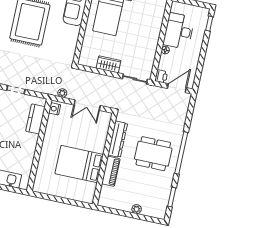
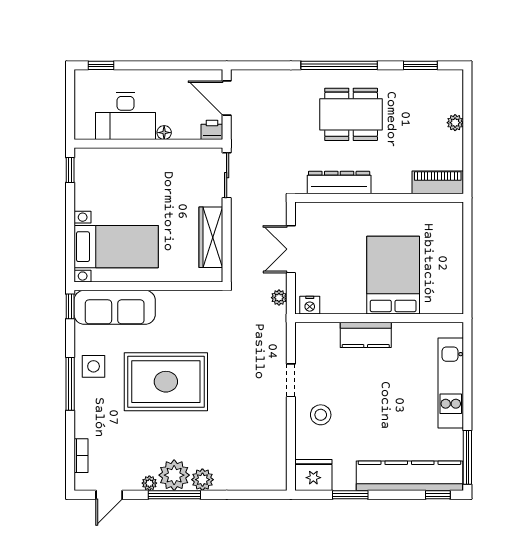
wardrobe: (109, 64) -> (211, 237), width x1.50
double door: (87, 105) -> (291, 249), swing flipped
kitchen counter: (35, 119) -> (366, 335), moved
dining table: (153, 154) -> (351, 114), turned 90
bed: (79, 164) -> (393, 275), moved, turned 180
piano: (111, 171) -> (438, 182), moved

